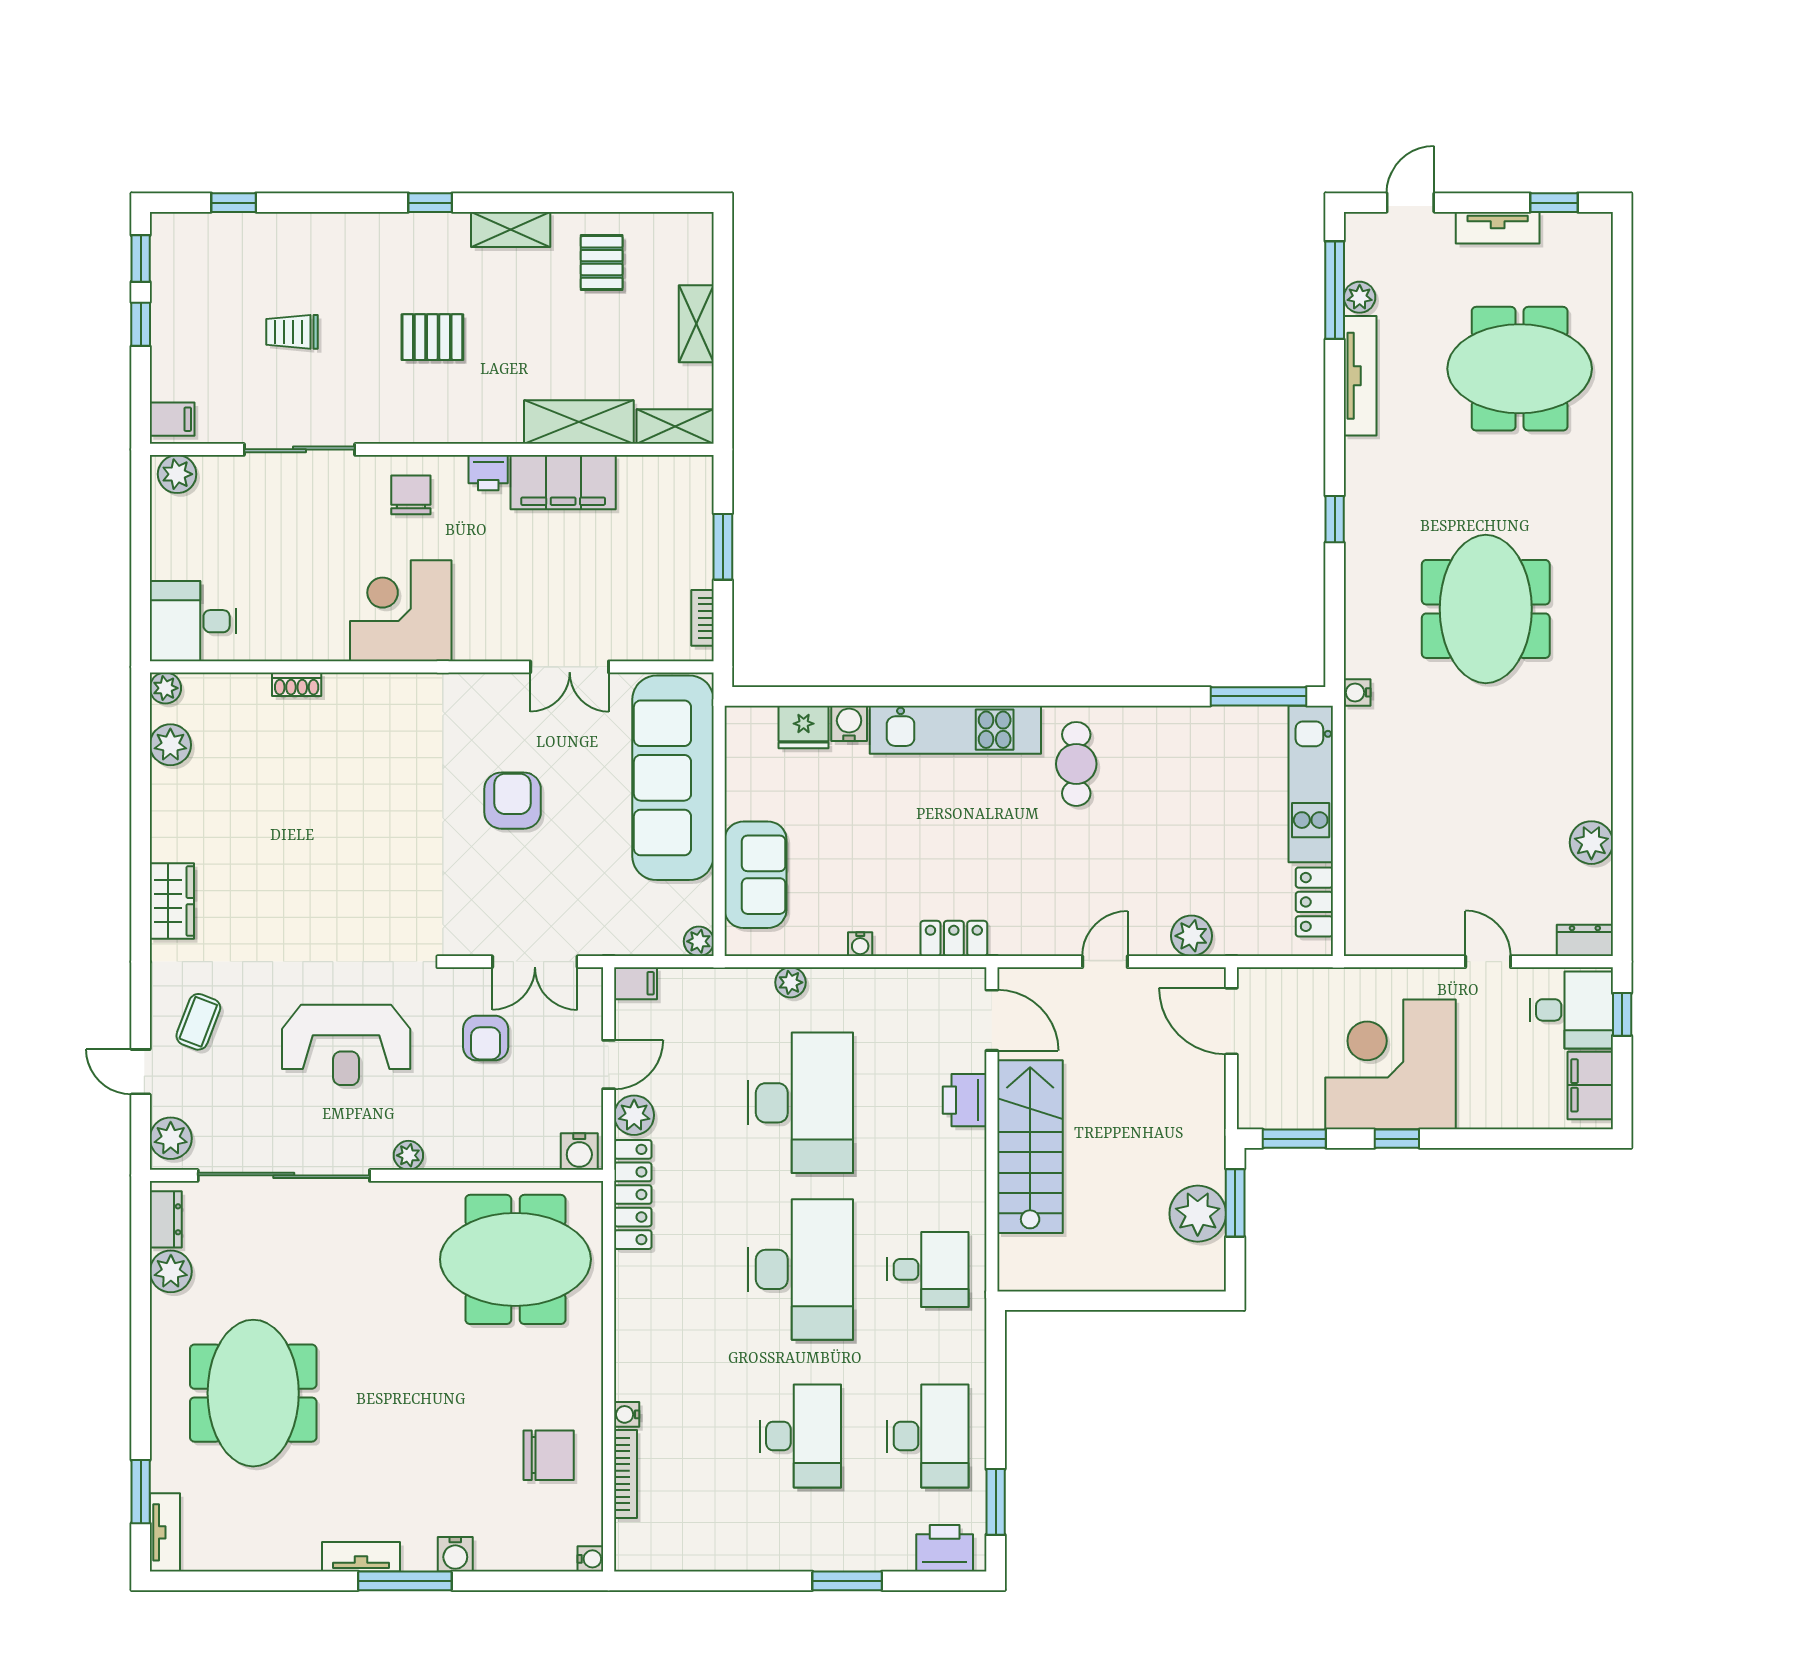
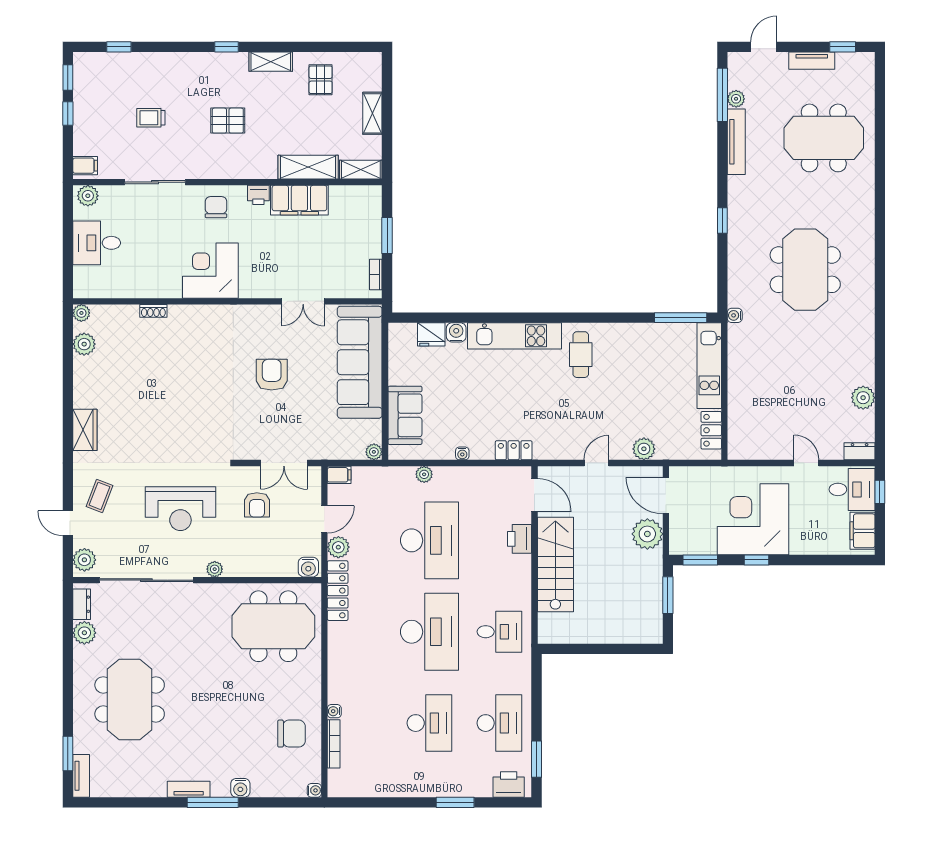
desk: (193, 621) -> (97, 243), moved
plant: (1198, 1214) -> (647, 534), moved

